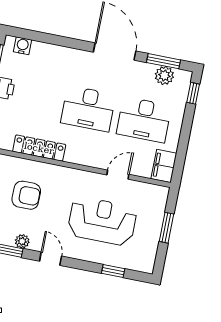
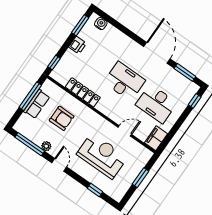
plant: (164, 76) -> (181, 82), removed
desk: (88, 109) -> (125, 81), turned 180

